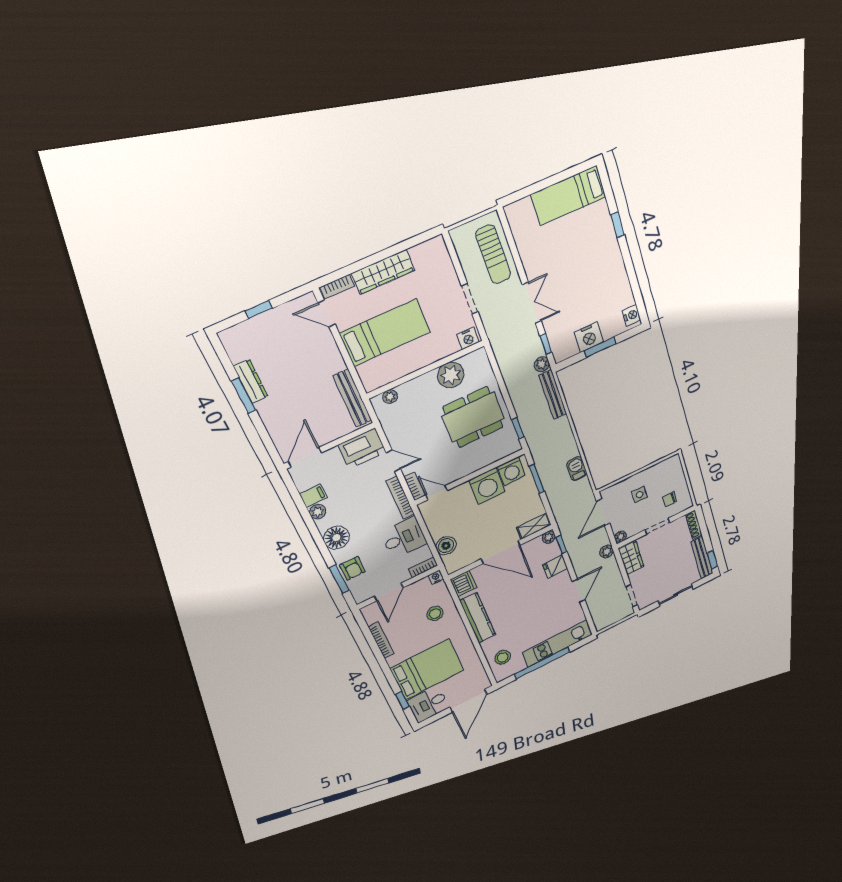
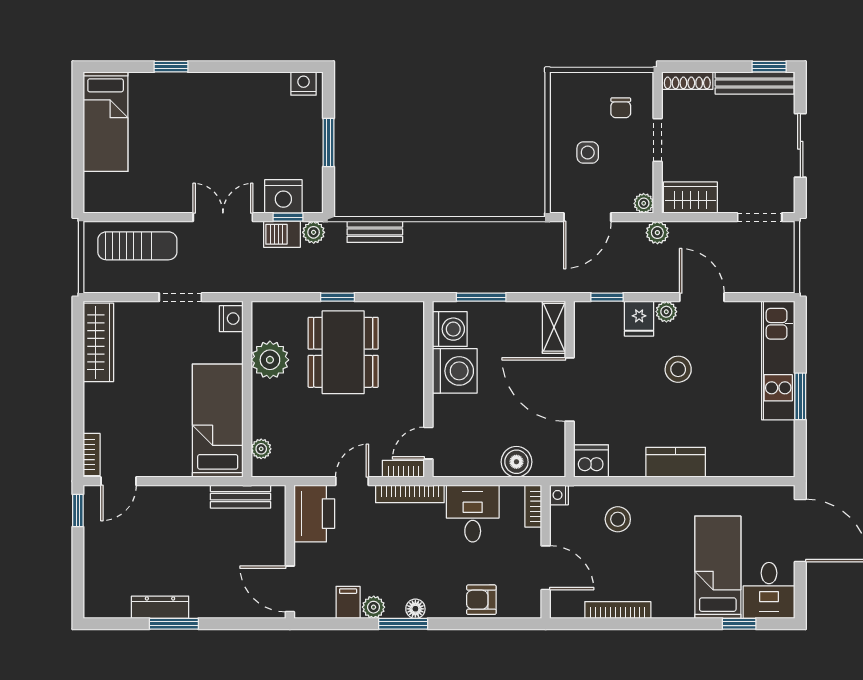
wardrobe: (383, 272) -> (98, 342), moved
window: (259, 310) -> (78, 511), moved
bed: (385, 333) -> (218, 421), moved
nightstand: (589, 337) -> (283, 196), moved, turned 90
bench: (553, 395) -> (375, 232), width x0.73
bench: (352, 398) -> (241, 497), width x0.73
window: (518, 428) -> (338, 297), moved
barbecue: (577, 469) -> (282, 234), moved
door: (603, 512) -> (587, 217), hinge flipped
plant: (549, 537) -> (666, 312), moved
floor lamp: (336, 538) -> (415, 609), width x0.53, depth x0.53
door: (501, 552) -> (570, 390), swing flipped
armchair: (352, 568) -> (481, 600), turned 180
window: (339, 579) -> (403, 624), moved
kitchen counter: (478, 618) -> (676, 462), width x0.67
stool: (503, 657) -> (678, 369), moved
window: (542, 663) -> (800, 396), width x0.47
bed: (427, 669) -> (718, 567), width x0.67

